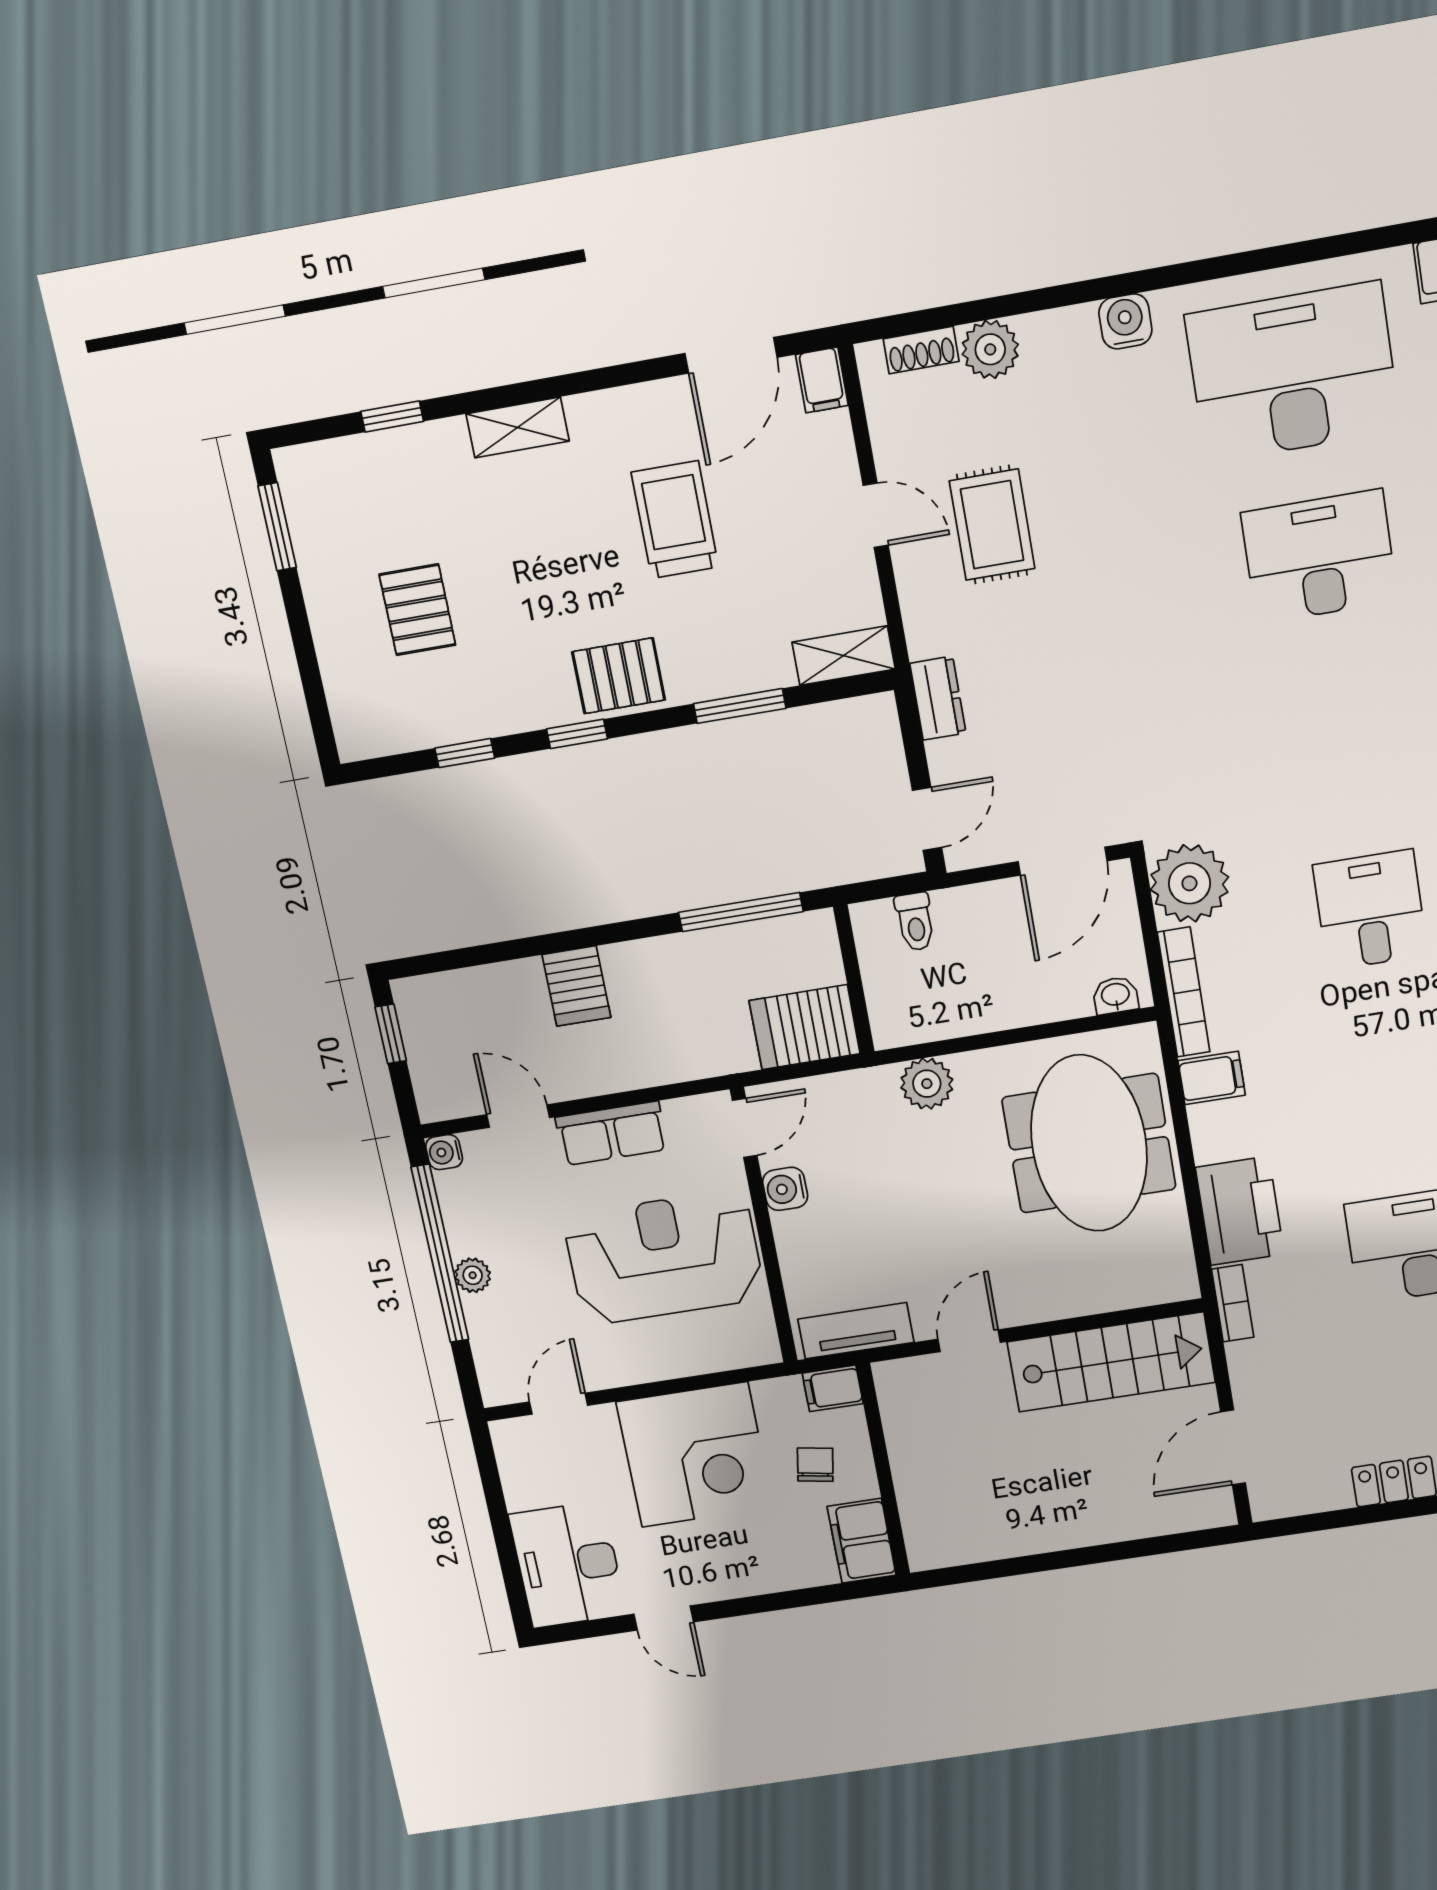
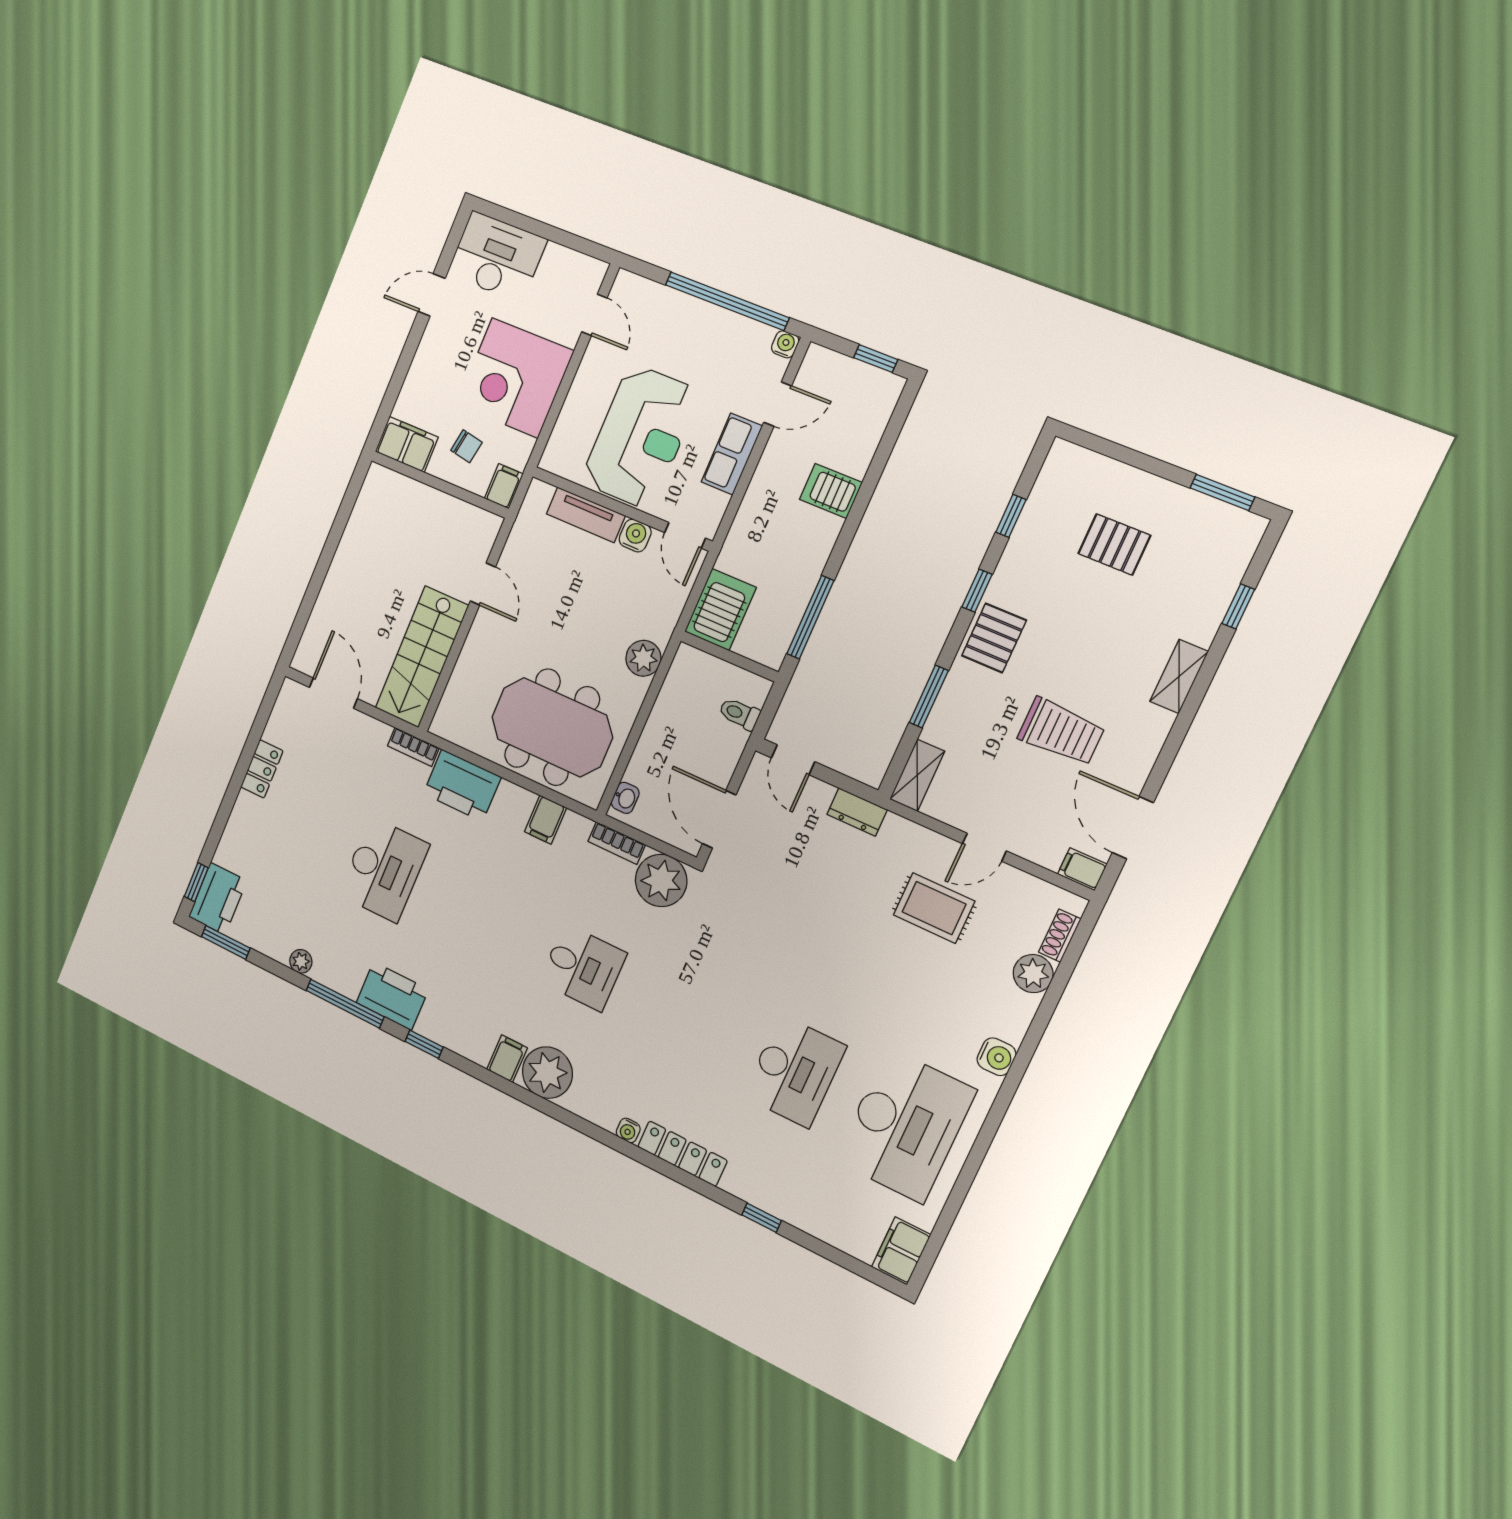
bookcase: (1184, 992) -> (617, 843), width x0.64
plant: (473, 1275) -> (702, 313), removed
tv unit: (856, 1331) -> (586, 515), moved, turned 90

